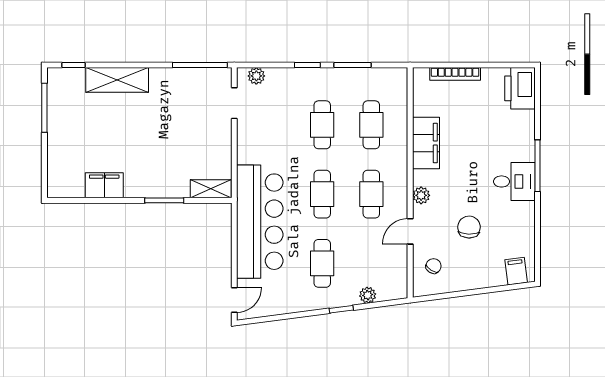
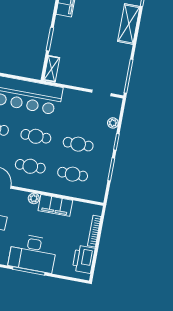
plant: (256, 76) -> (113, 123), moved
printer: (520, 88) -> (84, 259), moved, turned -90
desk: (514, 181) -> (33, 253), width x1.87, depth x1.30
plant: (421, 195) -> (34, 198), moved

